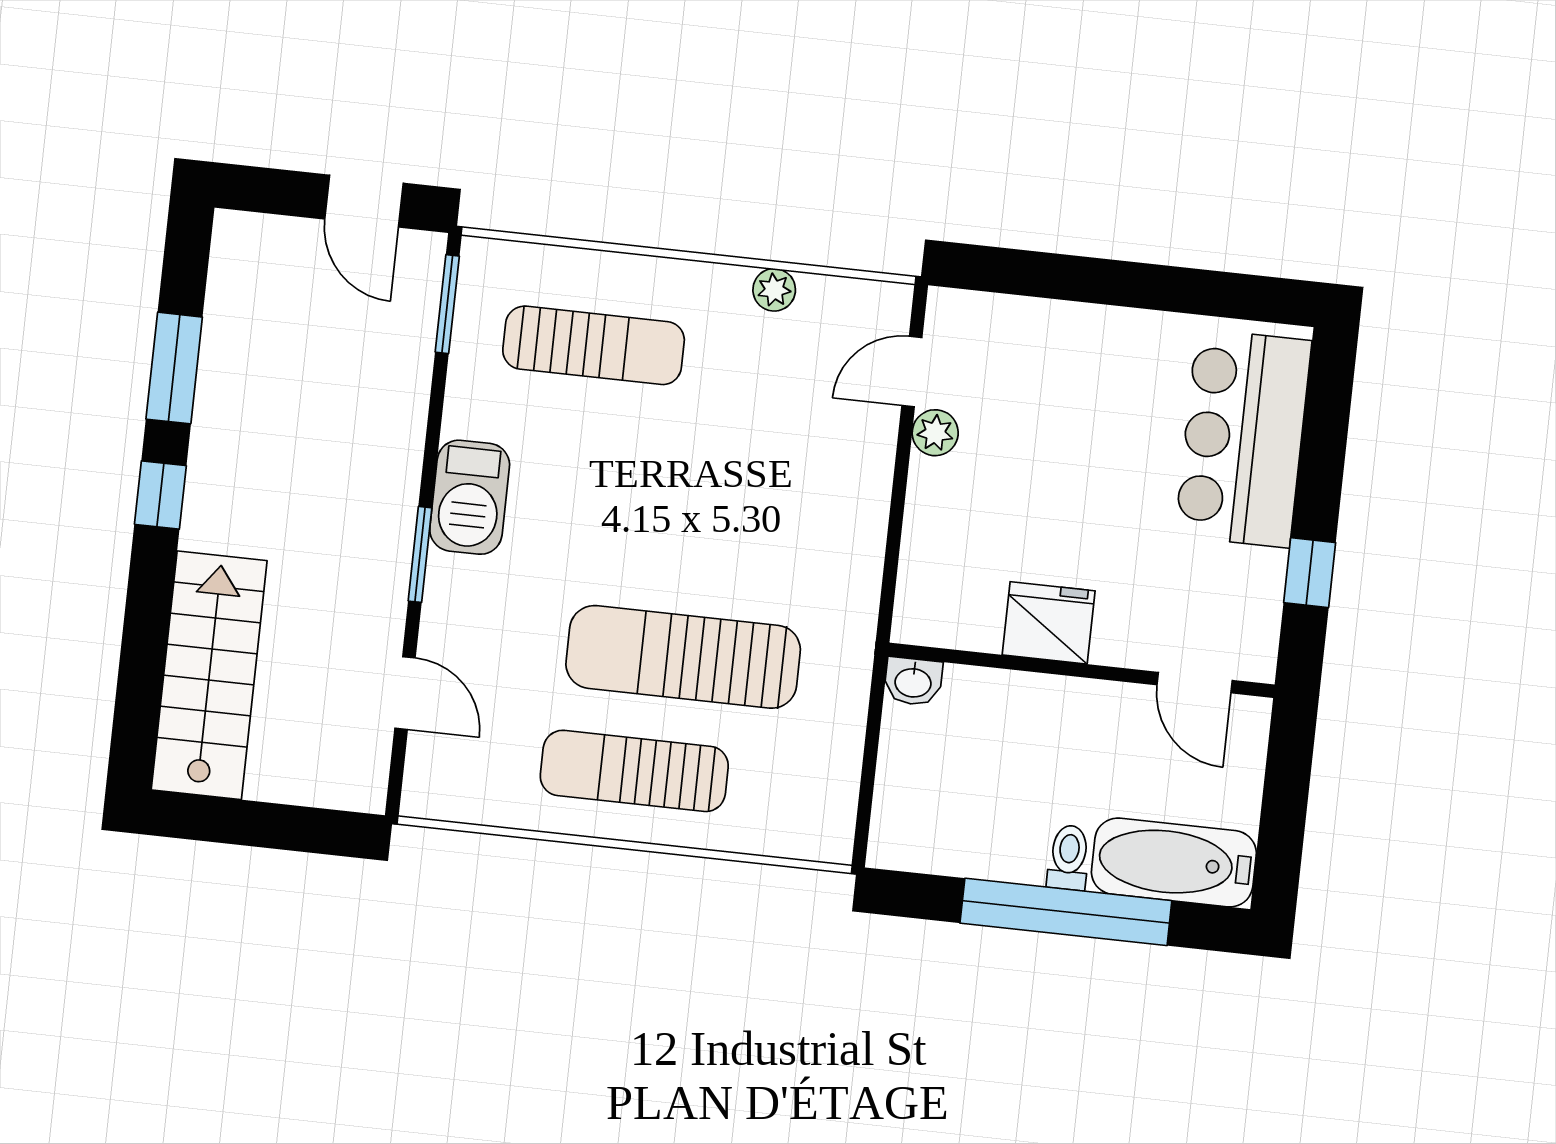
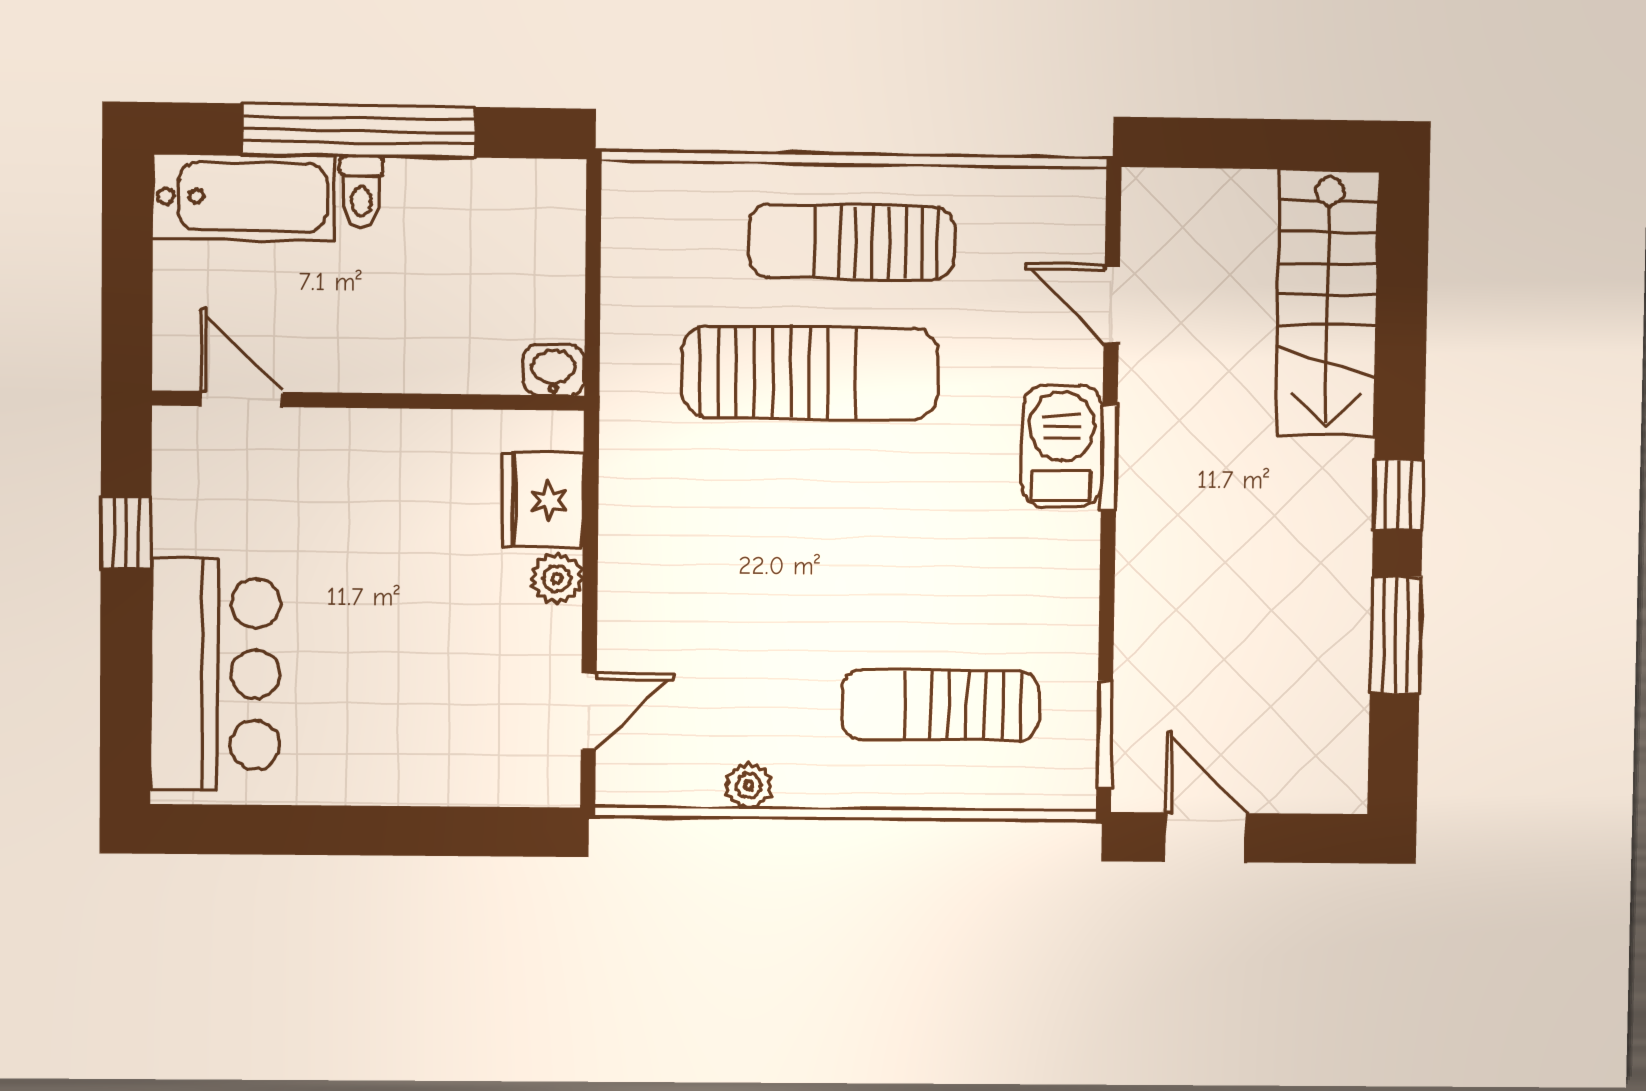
plant: (935, 433) -> (557, 578), moved
barbecue: (470, 497) -> (1062, 446), moved
fridge: (1049, 623) -> (542, 500), moved, turned 90
sun lounger: (634, 771) -> (852, 242), turned 180

